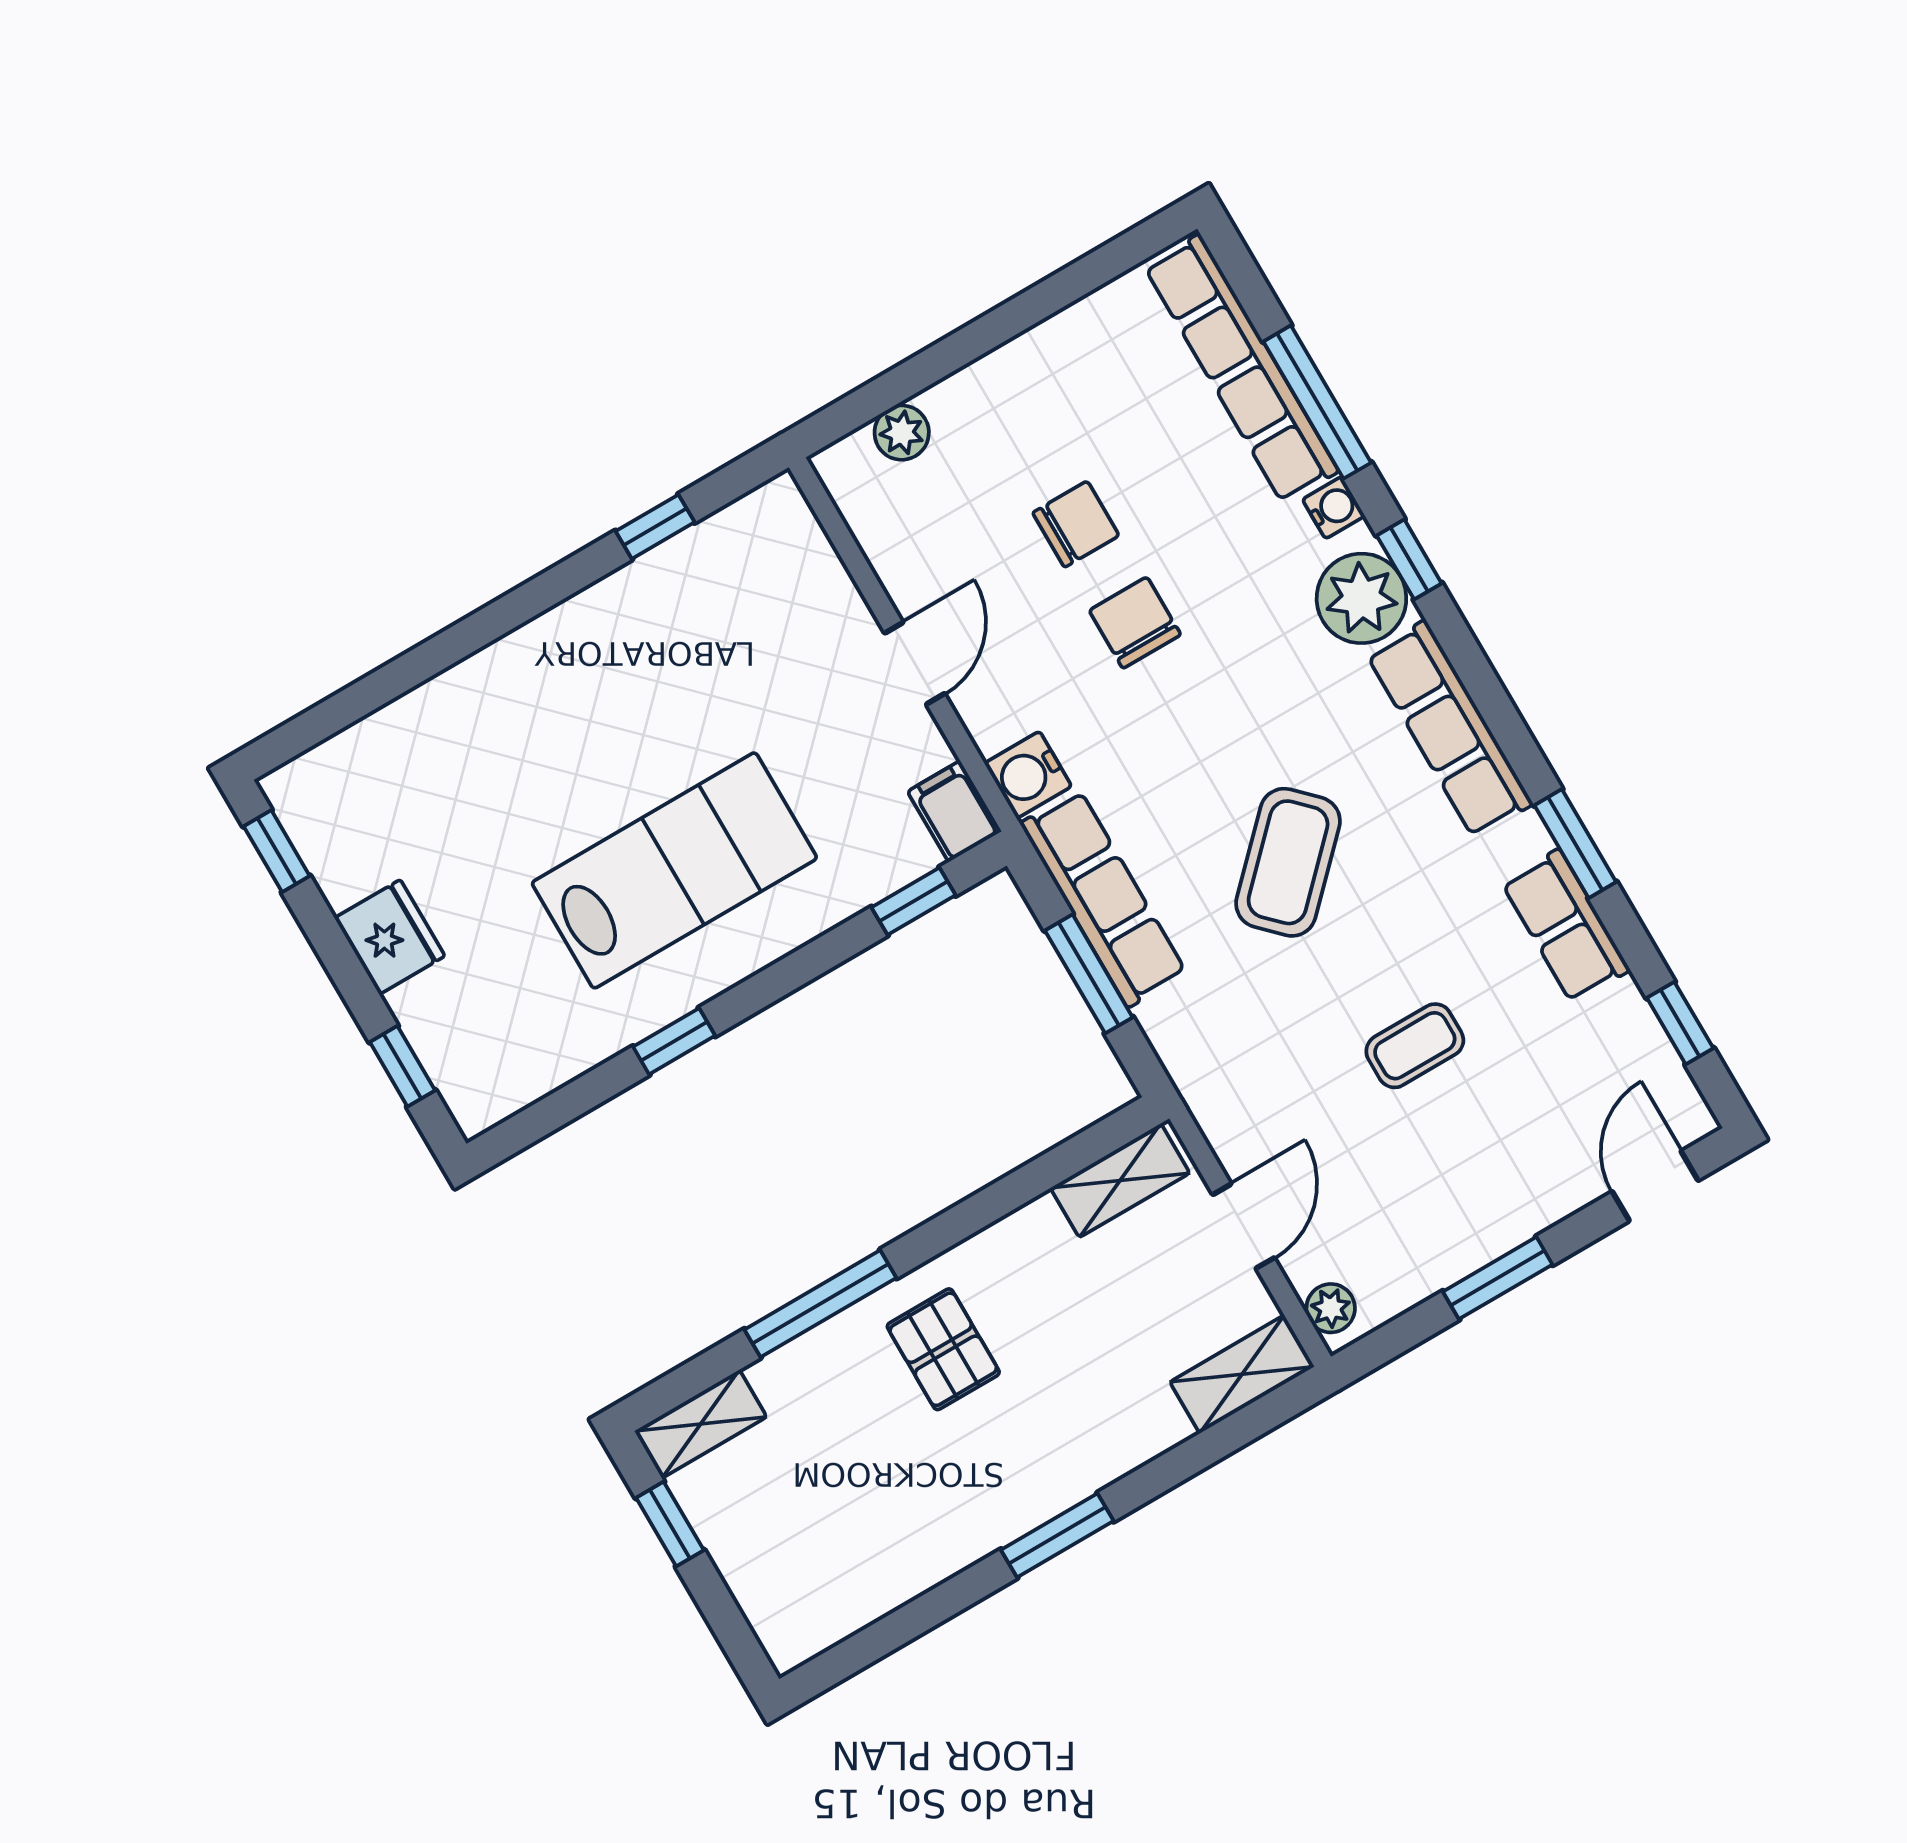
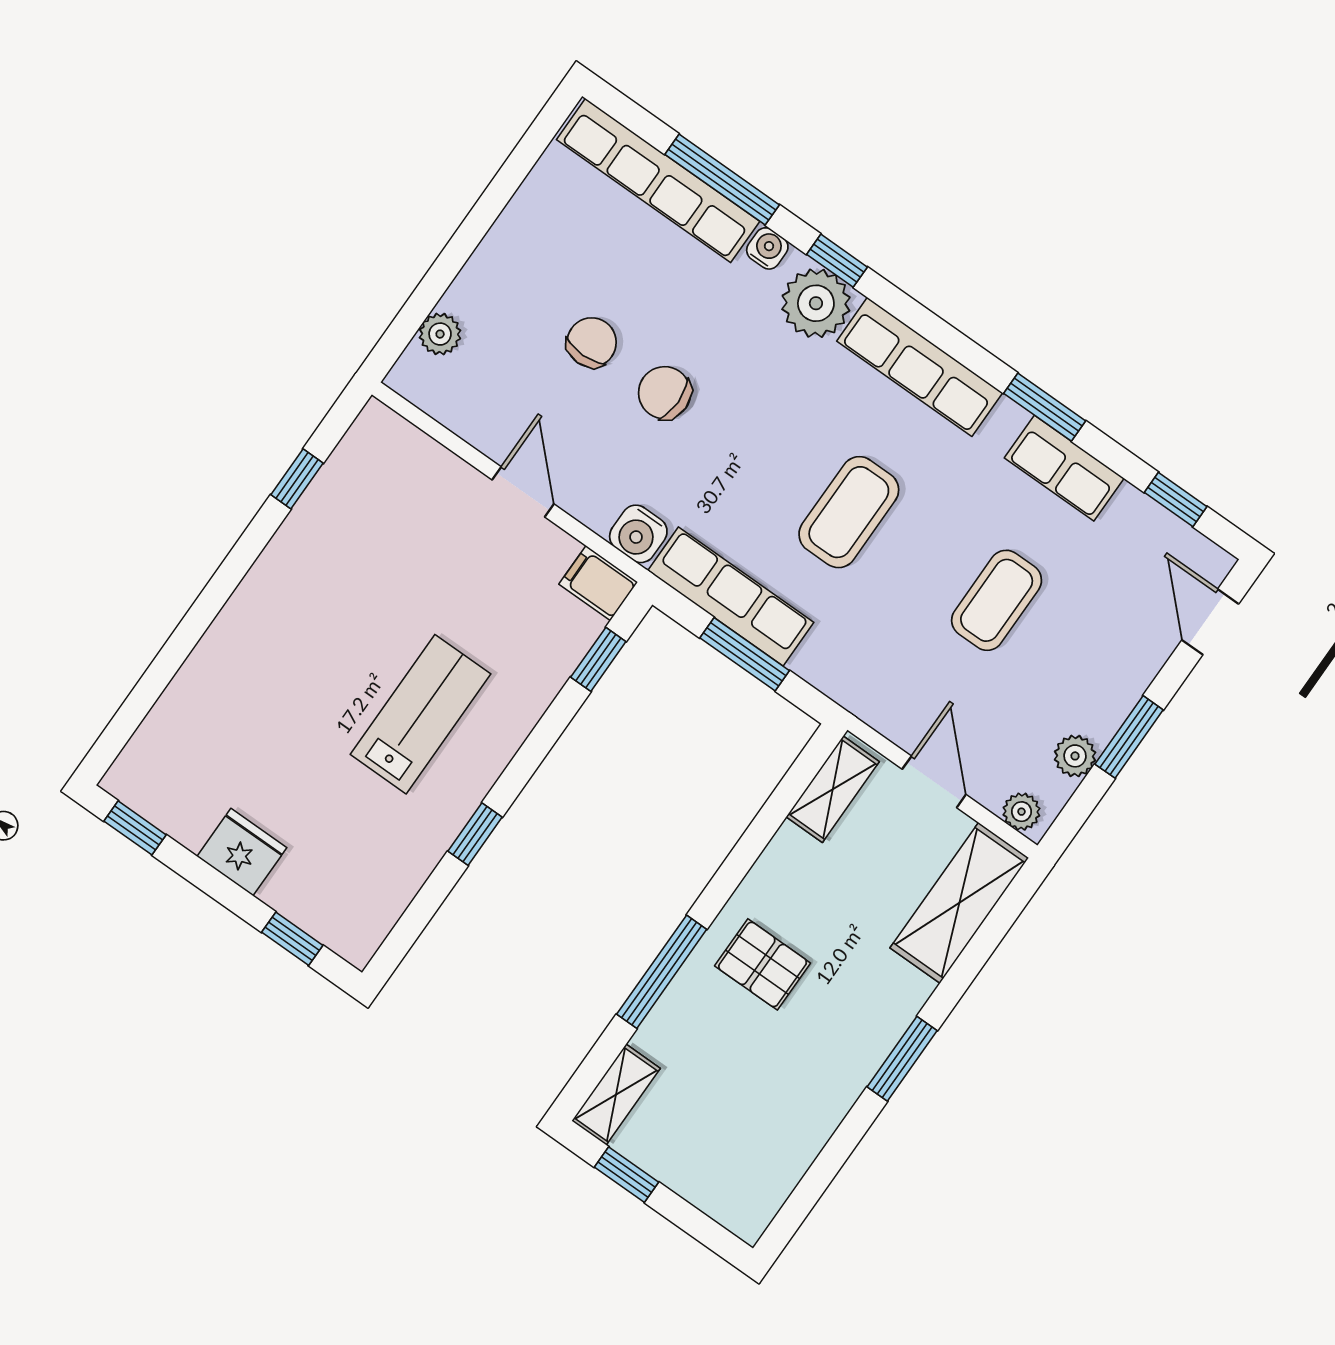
coffee table: (1288, 862) -> (849, 512), turned 45
lab bench: (674, 870) -> (421, 714), width x0.73, depth x0.72
coffee table: (1415, 1046) -> (997, 600), width x1.36, depth x1.30
plant: (1424, 1271) -> (1075, 756), added
shelving: (1242, 1374) -> (959, 903), width x1.50, depth x1.33

